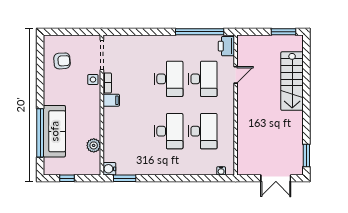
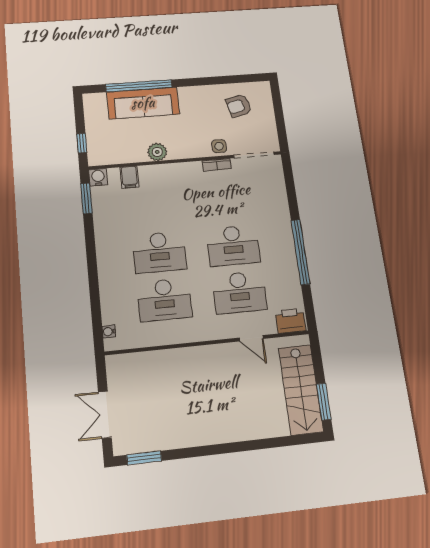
window: (200, 32) -> (300, 252), moved
armchair: (62, 61) -> (239, 106), turned 80
stairs: (292, 81) -> (301, 390), moved, turned -90
filing cabinet: (111, 100) -> (129, 177), moved
plant: (94, 145) -> (157, 152), moved
window: (67, 178) -> (82, 143), moved

